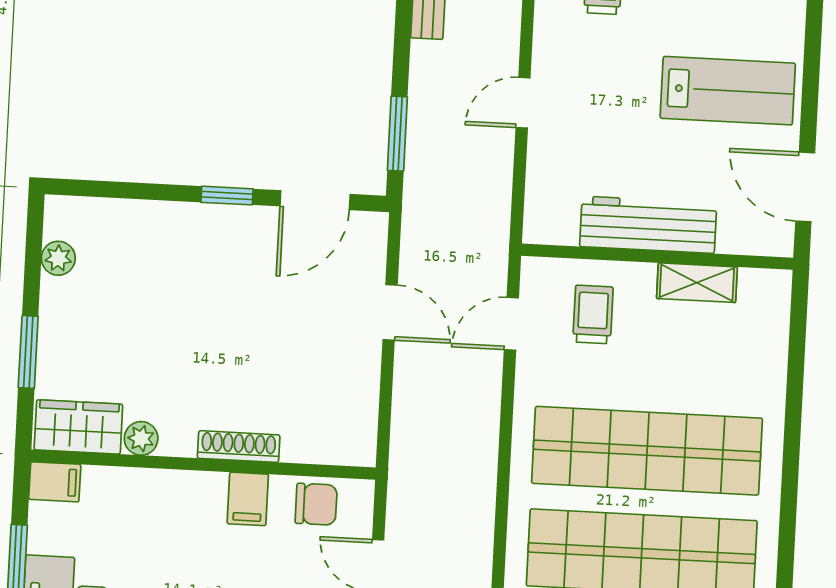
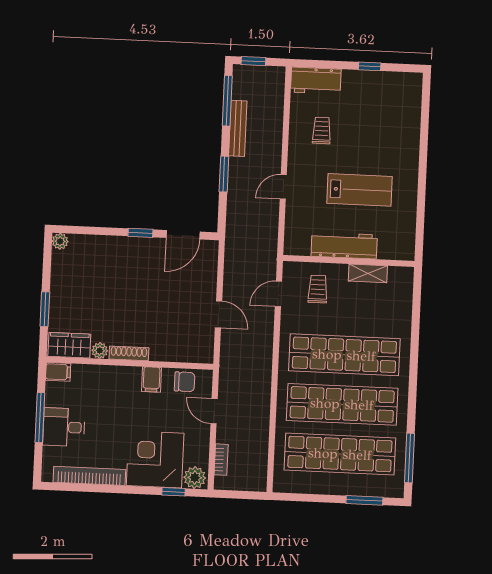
lab bench: (728, 91) -> (360, 190), moved
window: (397, 134) -> (224, 174), moved
door: (805, 187) -> (420, 227), removed
plant: (58, 258) -> (60, 241), moved
door: (390, 312) -> (219, 314), moved
shoe rack: (239, 447) -> (129, 353), moved

